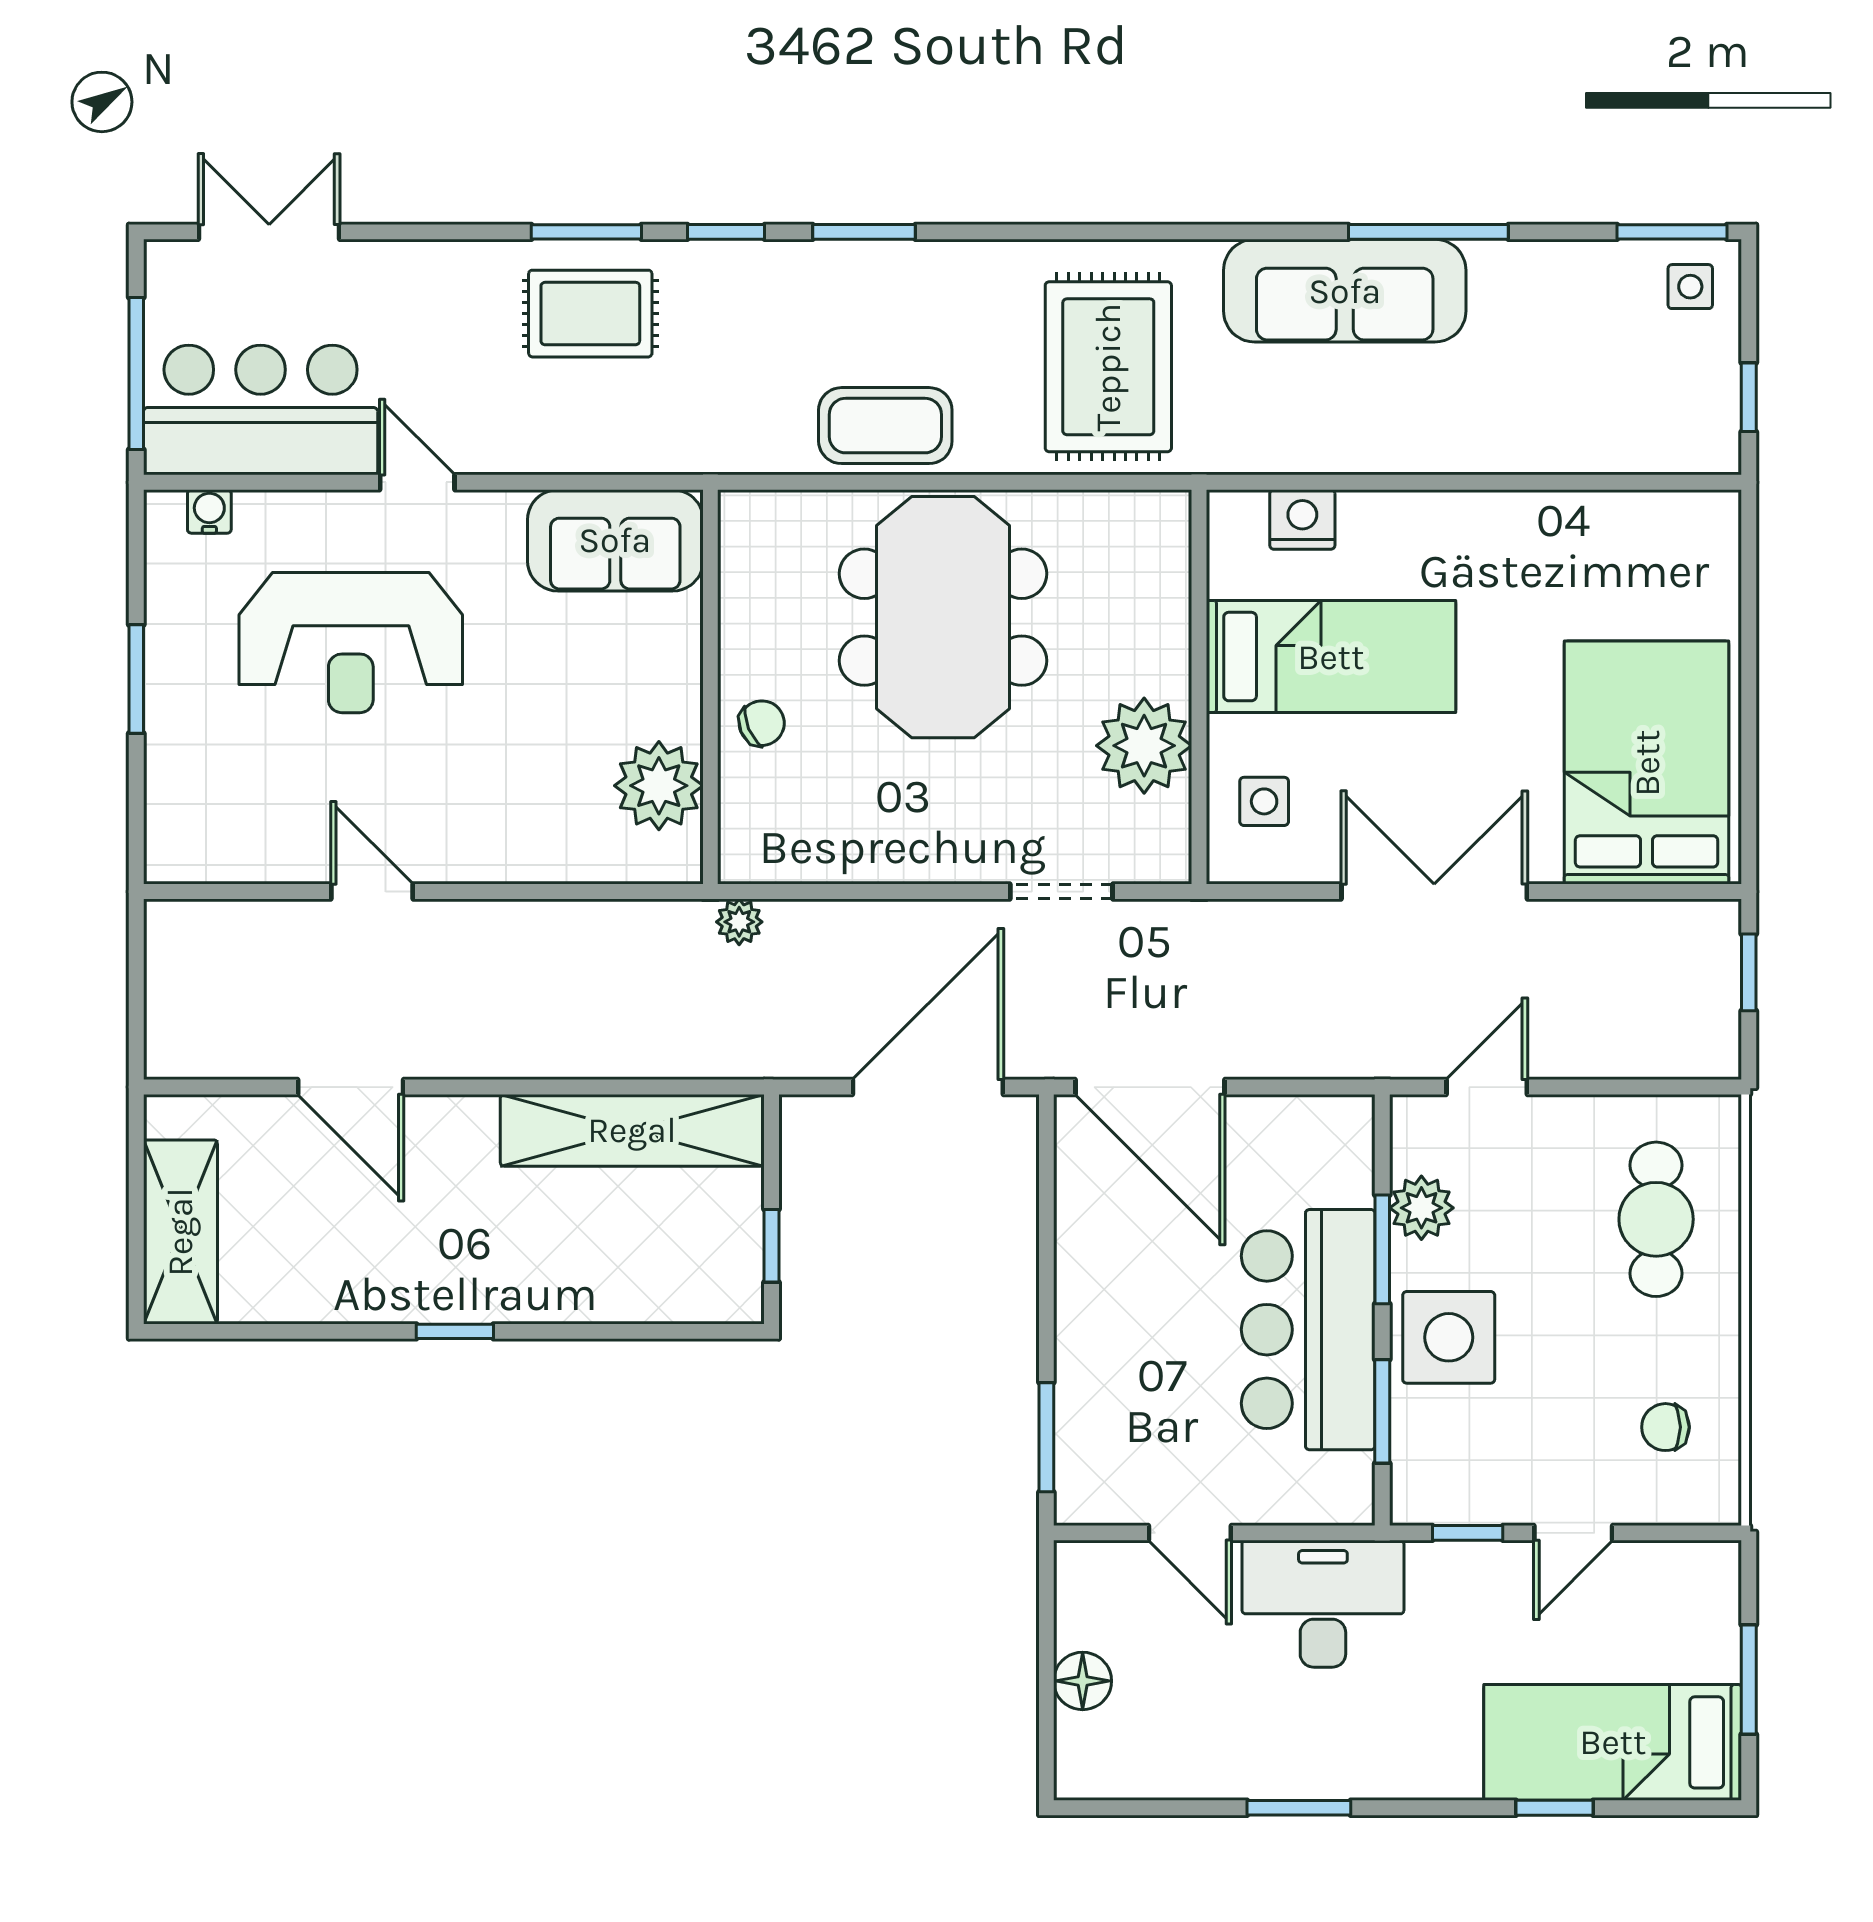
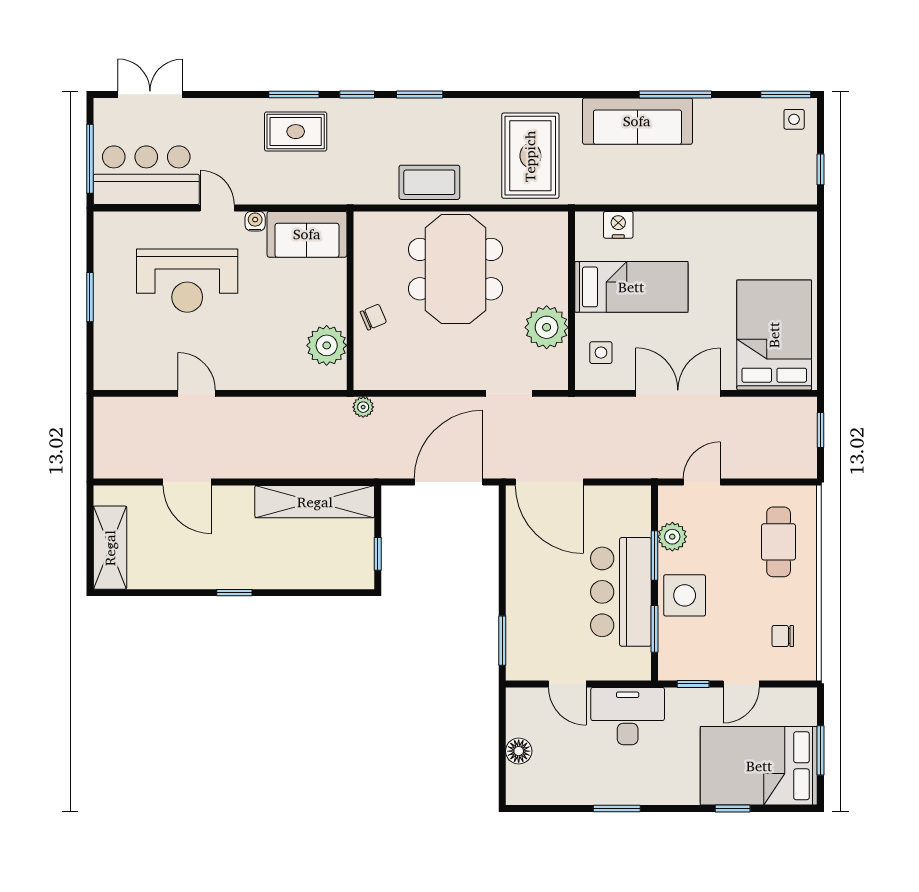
water cooler: (209, 511) -> (255, 221), moved
bed: (1613, 1742) -> (759, 766), width x1.50

